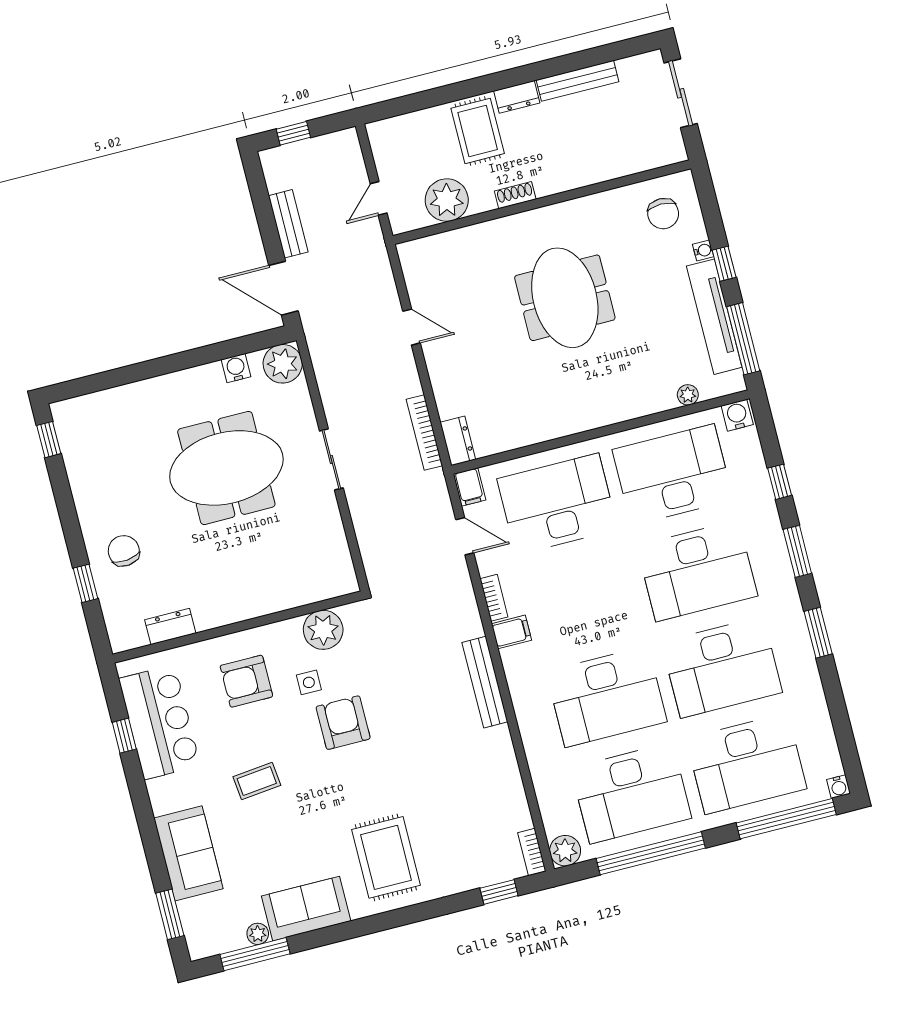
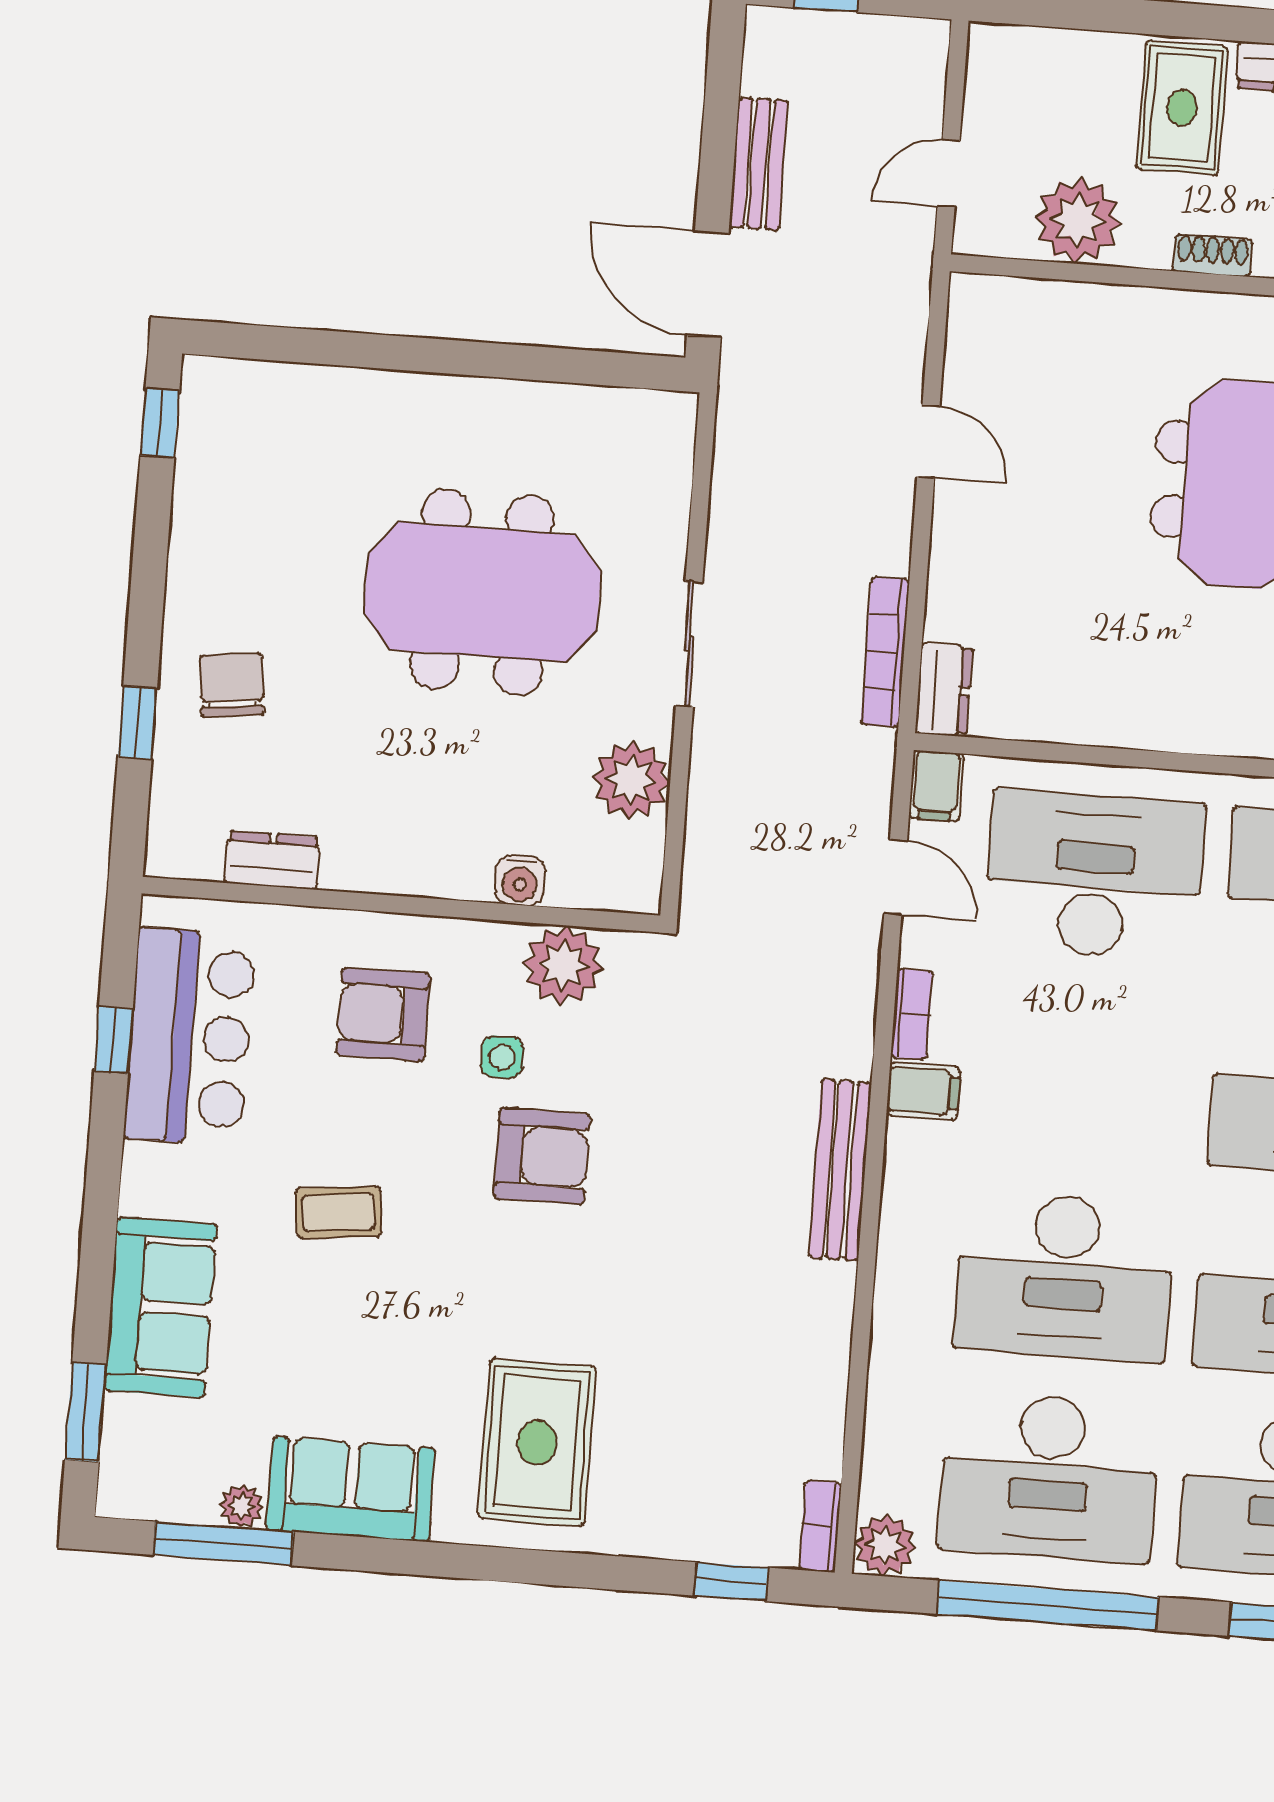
plant: (283, 364) -> (631, 780), moved
water cooler: (236, 368) -> (520, 880), moved, turned 180
armchair: (343, 723) -> (542, 1156), turned 90

